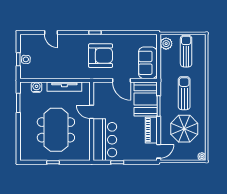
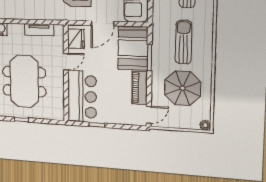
door: (121, 80) -> (103, 23), hinge flipped
tv unit: (64, 87) -> (39, 30), width x0.71
fridge: (100, 93) -> (76, 39), added
door: (92, 112) -> (66, 62), swing flipped

